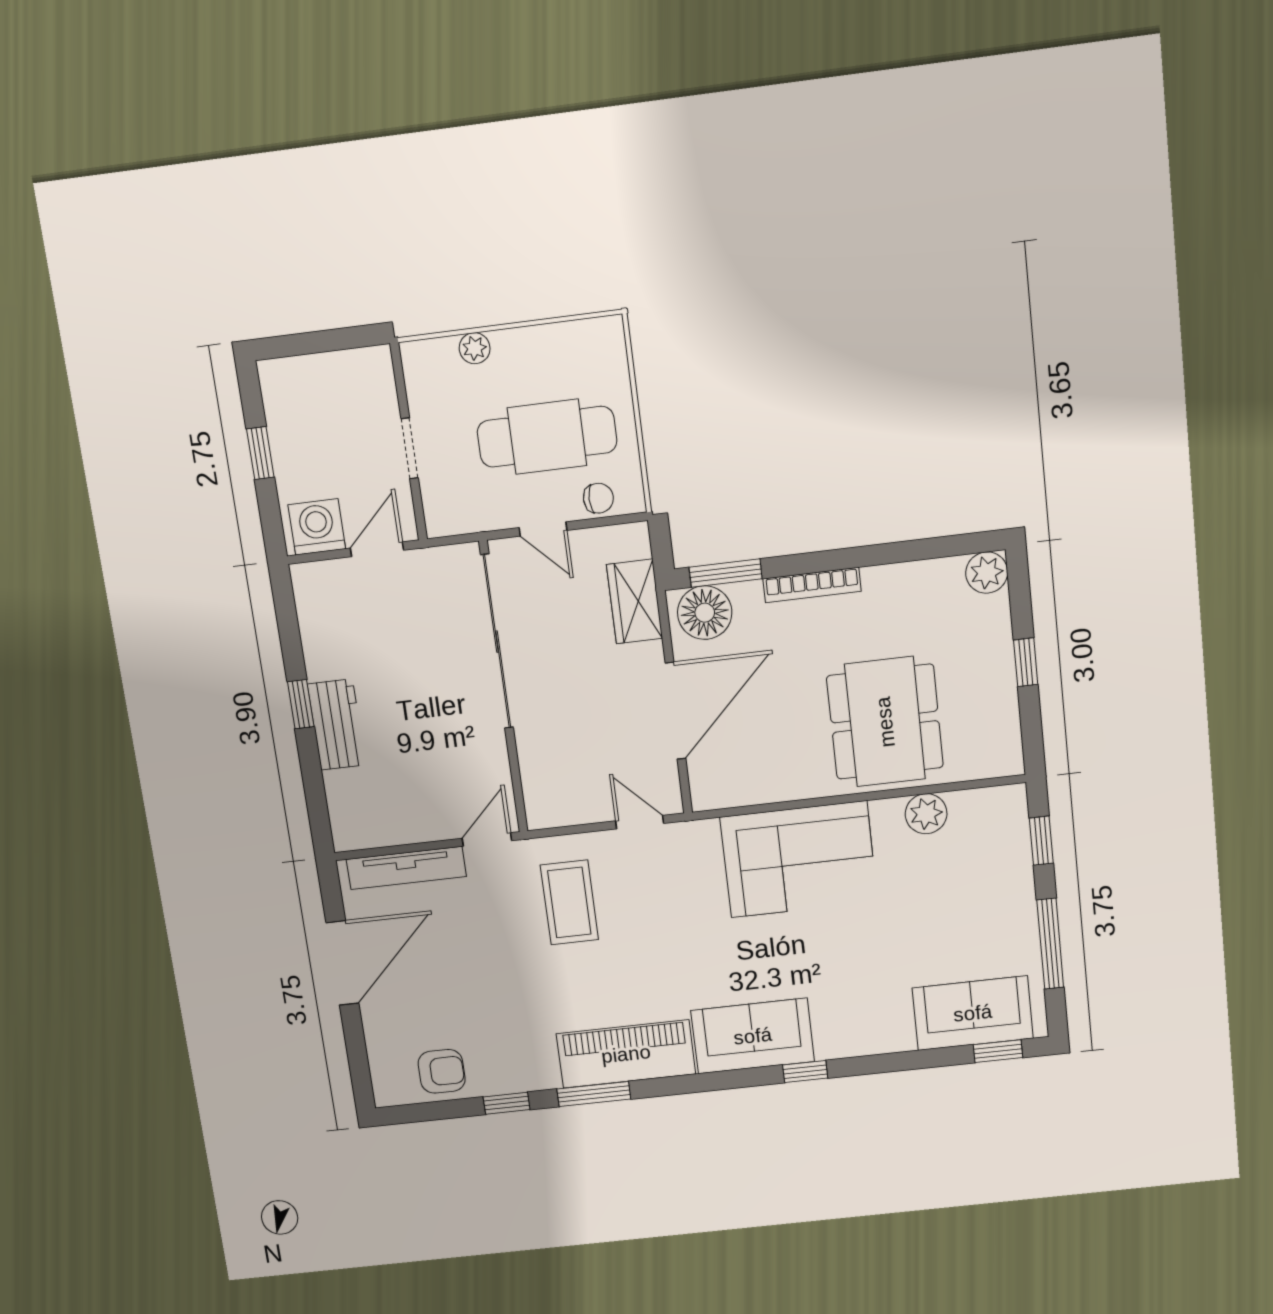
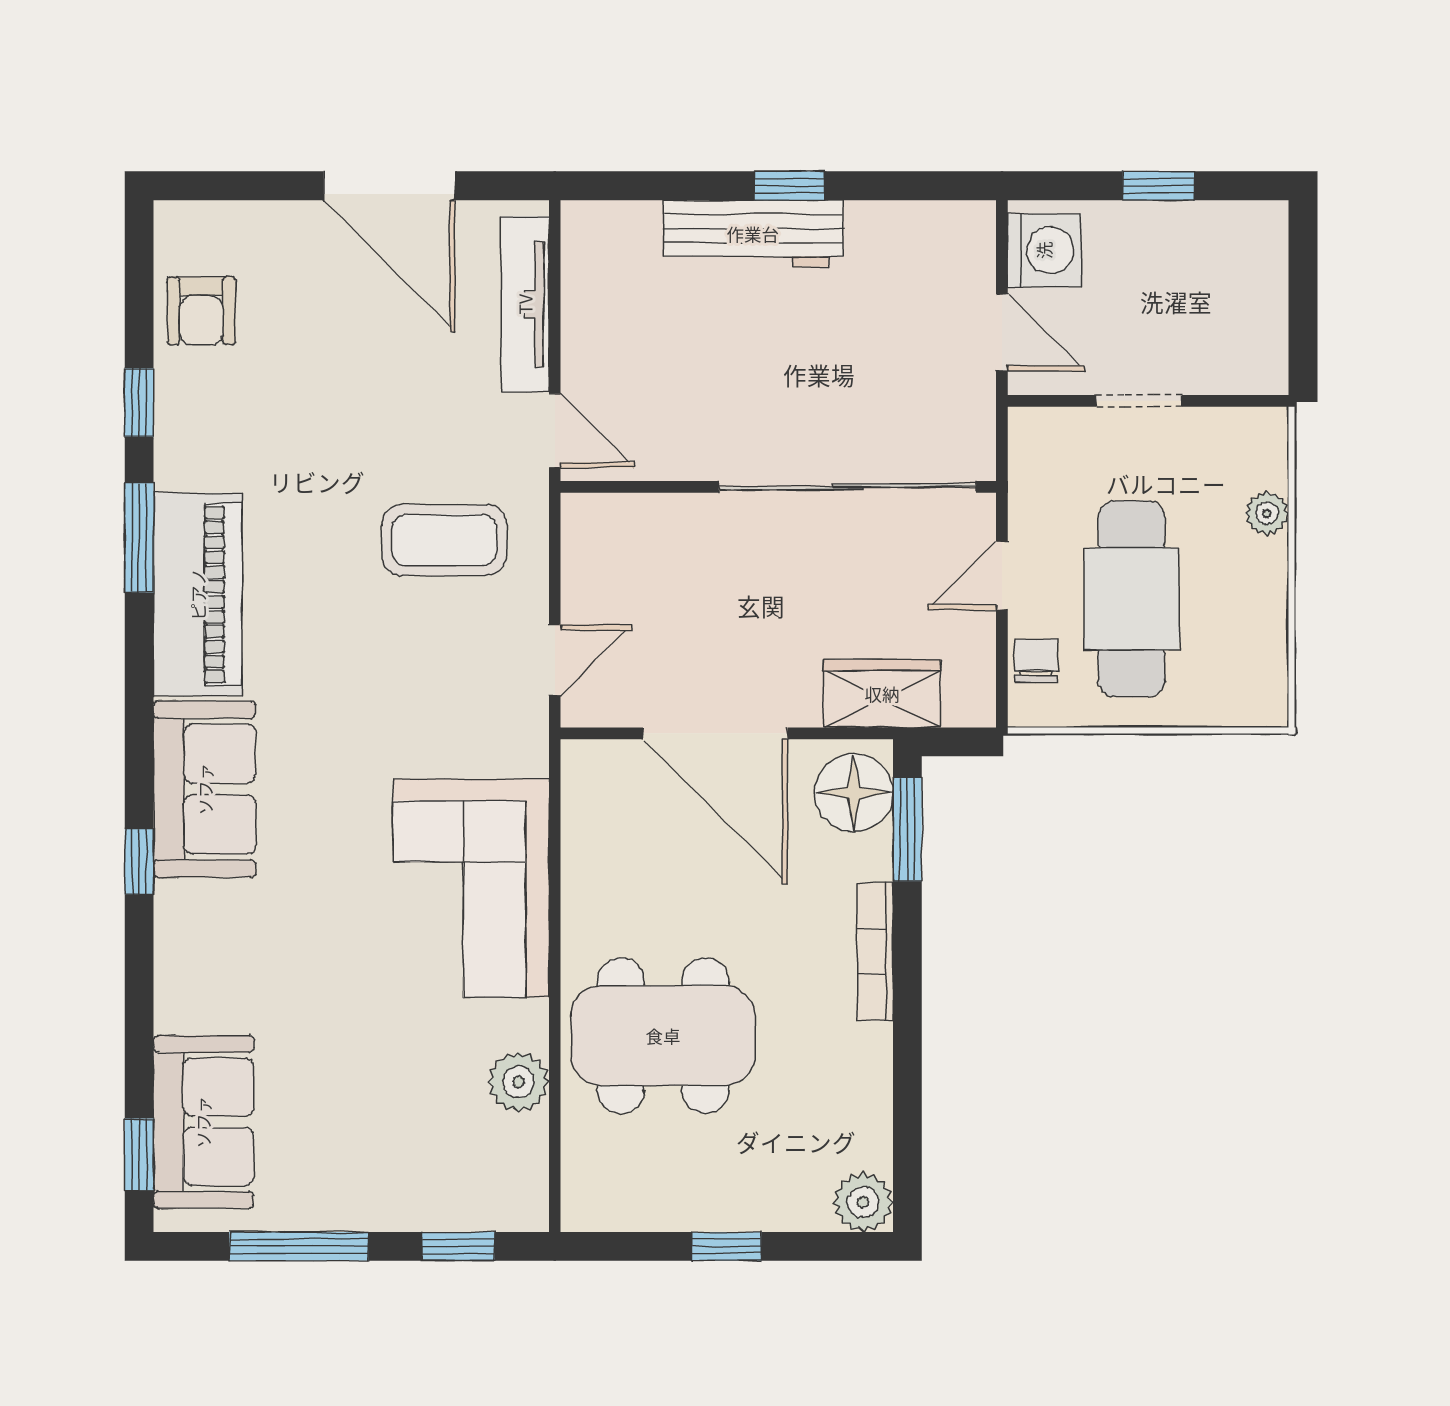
chair: (598, 498) -> (1036, 661), turned 180
workbench: (337, 725) -> (753, 234), width x1.38

